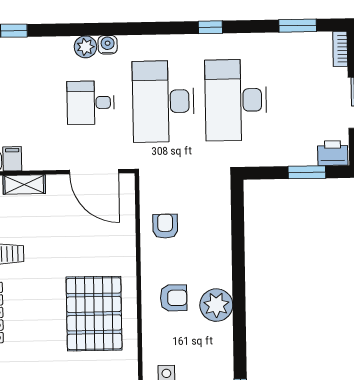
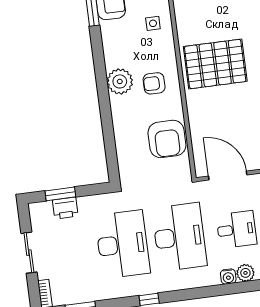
printer: (333, 153) -> (65, 208), moved
armchair: (165, 226) -> (167, 139), width x1.88, depth x1.88
pallet: (94, 314) -> (215, 64), turned 90

